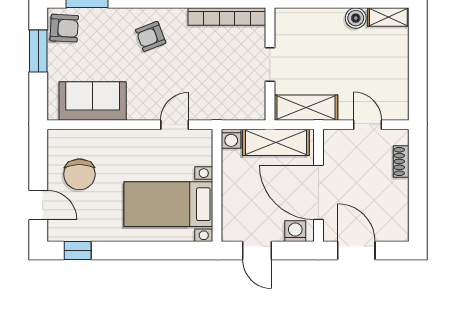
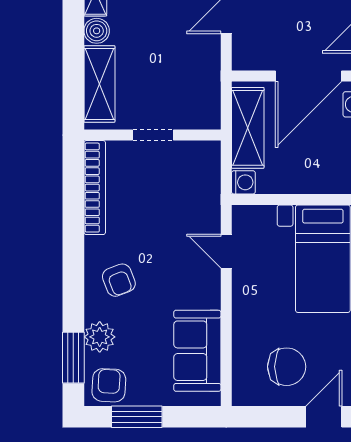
plant: (104, 21) -> (100, 337), added
shelving: (306, 108) -> (99, 84), moved

